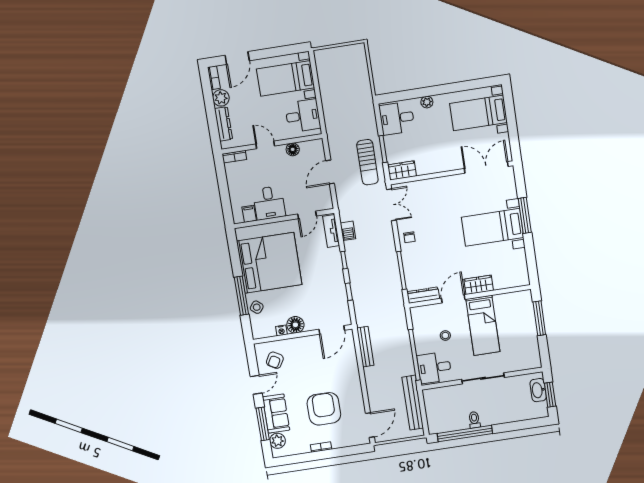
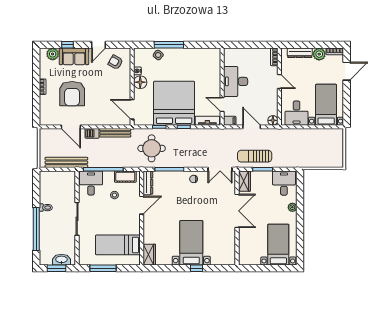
door: (237, 58) -> (347, 71), swing flipped
door: (265, 145) -> (279, 82), hinge flipped
floor lamp: (293, 149) -> (273, 120), moved
double door: (486, 167) -> (237, 211), moved
desk: (269, 203) -> (236, 81), width x1.37
filing cabinet: (249, 214) -> (230, 121), moved
window: (525, 215) -> (197, 268), width x0.46
barbecue: (348, 231) -> (92, 133), moved
bed: (269, 263) -> (174, 103), moved, turned 180
wardrobe: (479, 285) -> (149, 255), moved
round table: (378, 297) -> (152, 148), added
door: (453, 299) -> (142, 205), hinge flipped
window: (539, 318) -> (103, 268), moved
cot: (420, 325) -> (125, 177), added
bed: (483, 325) -> (118, 245), moved
door: (256, 385) -> (99, 45), hinge flipped
armchair: (324, 409) -> (72, 94), turned 90
window: (263, 424) -> (68, 45), width x0.46
door: (370, 425) -> (71, 127), moved
window: (465, 434) -> (36, 229), moved

